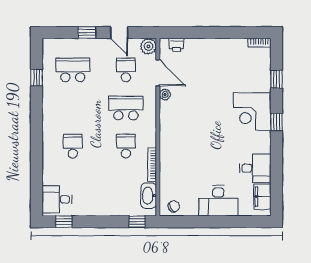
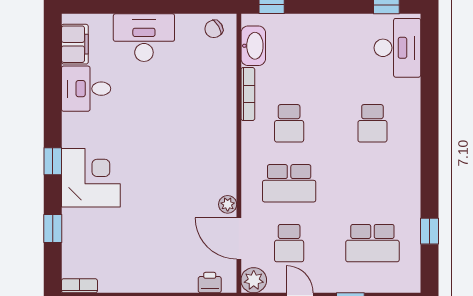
desk: (57, 199) -> (397, 48), width x1.37

